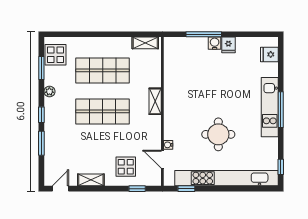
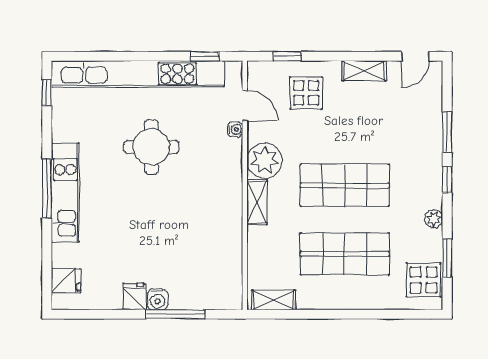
plant: (151, 126) -> (265, 161), added

